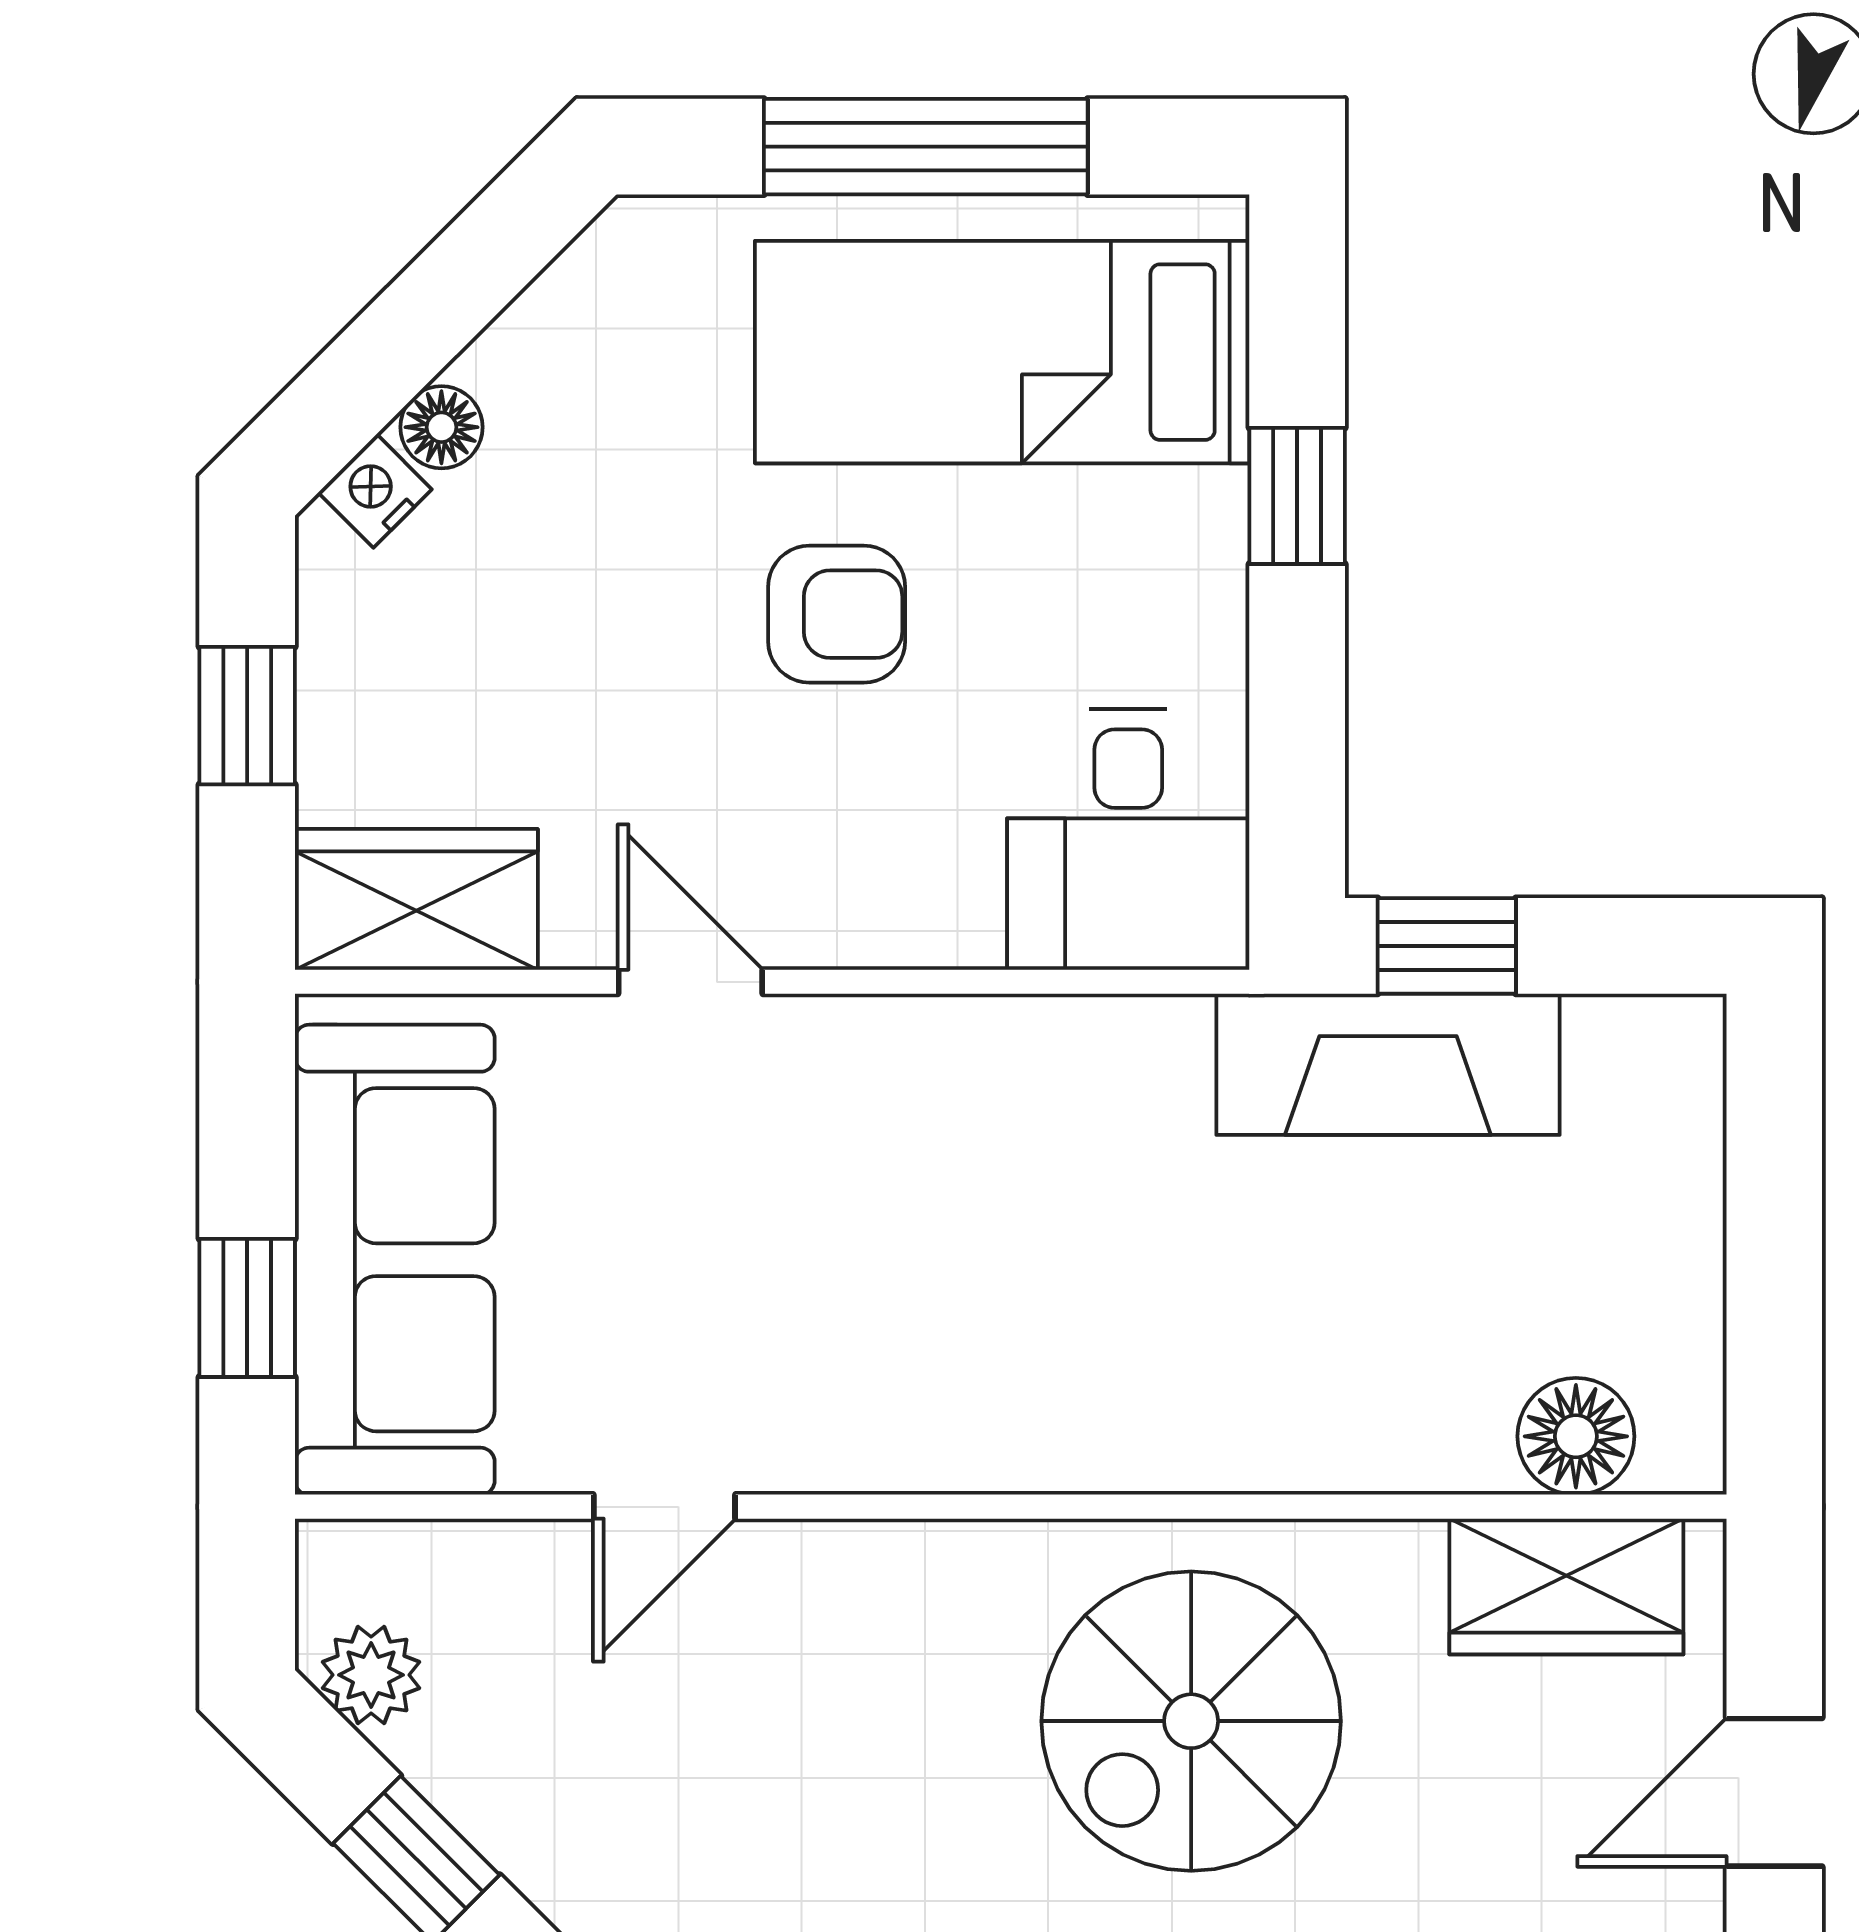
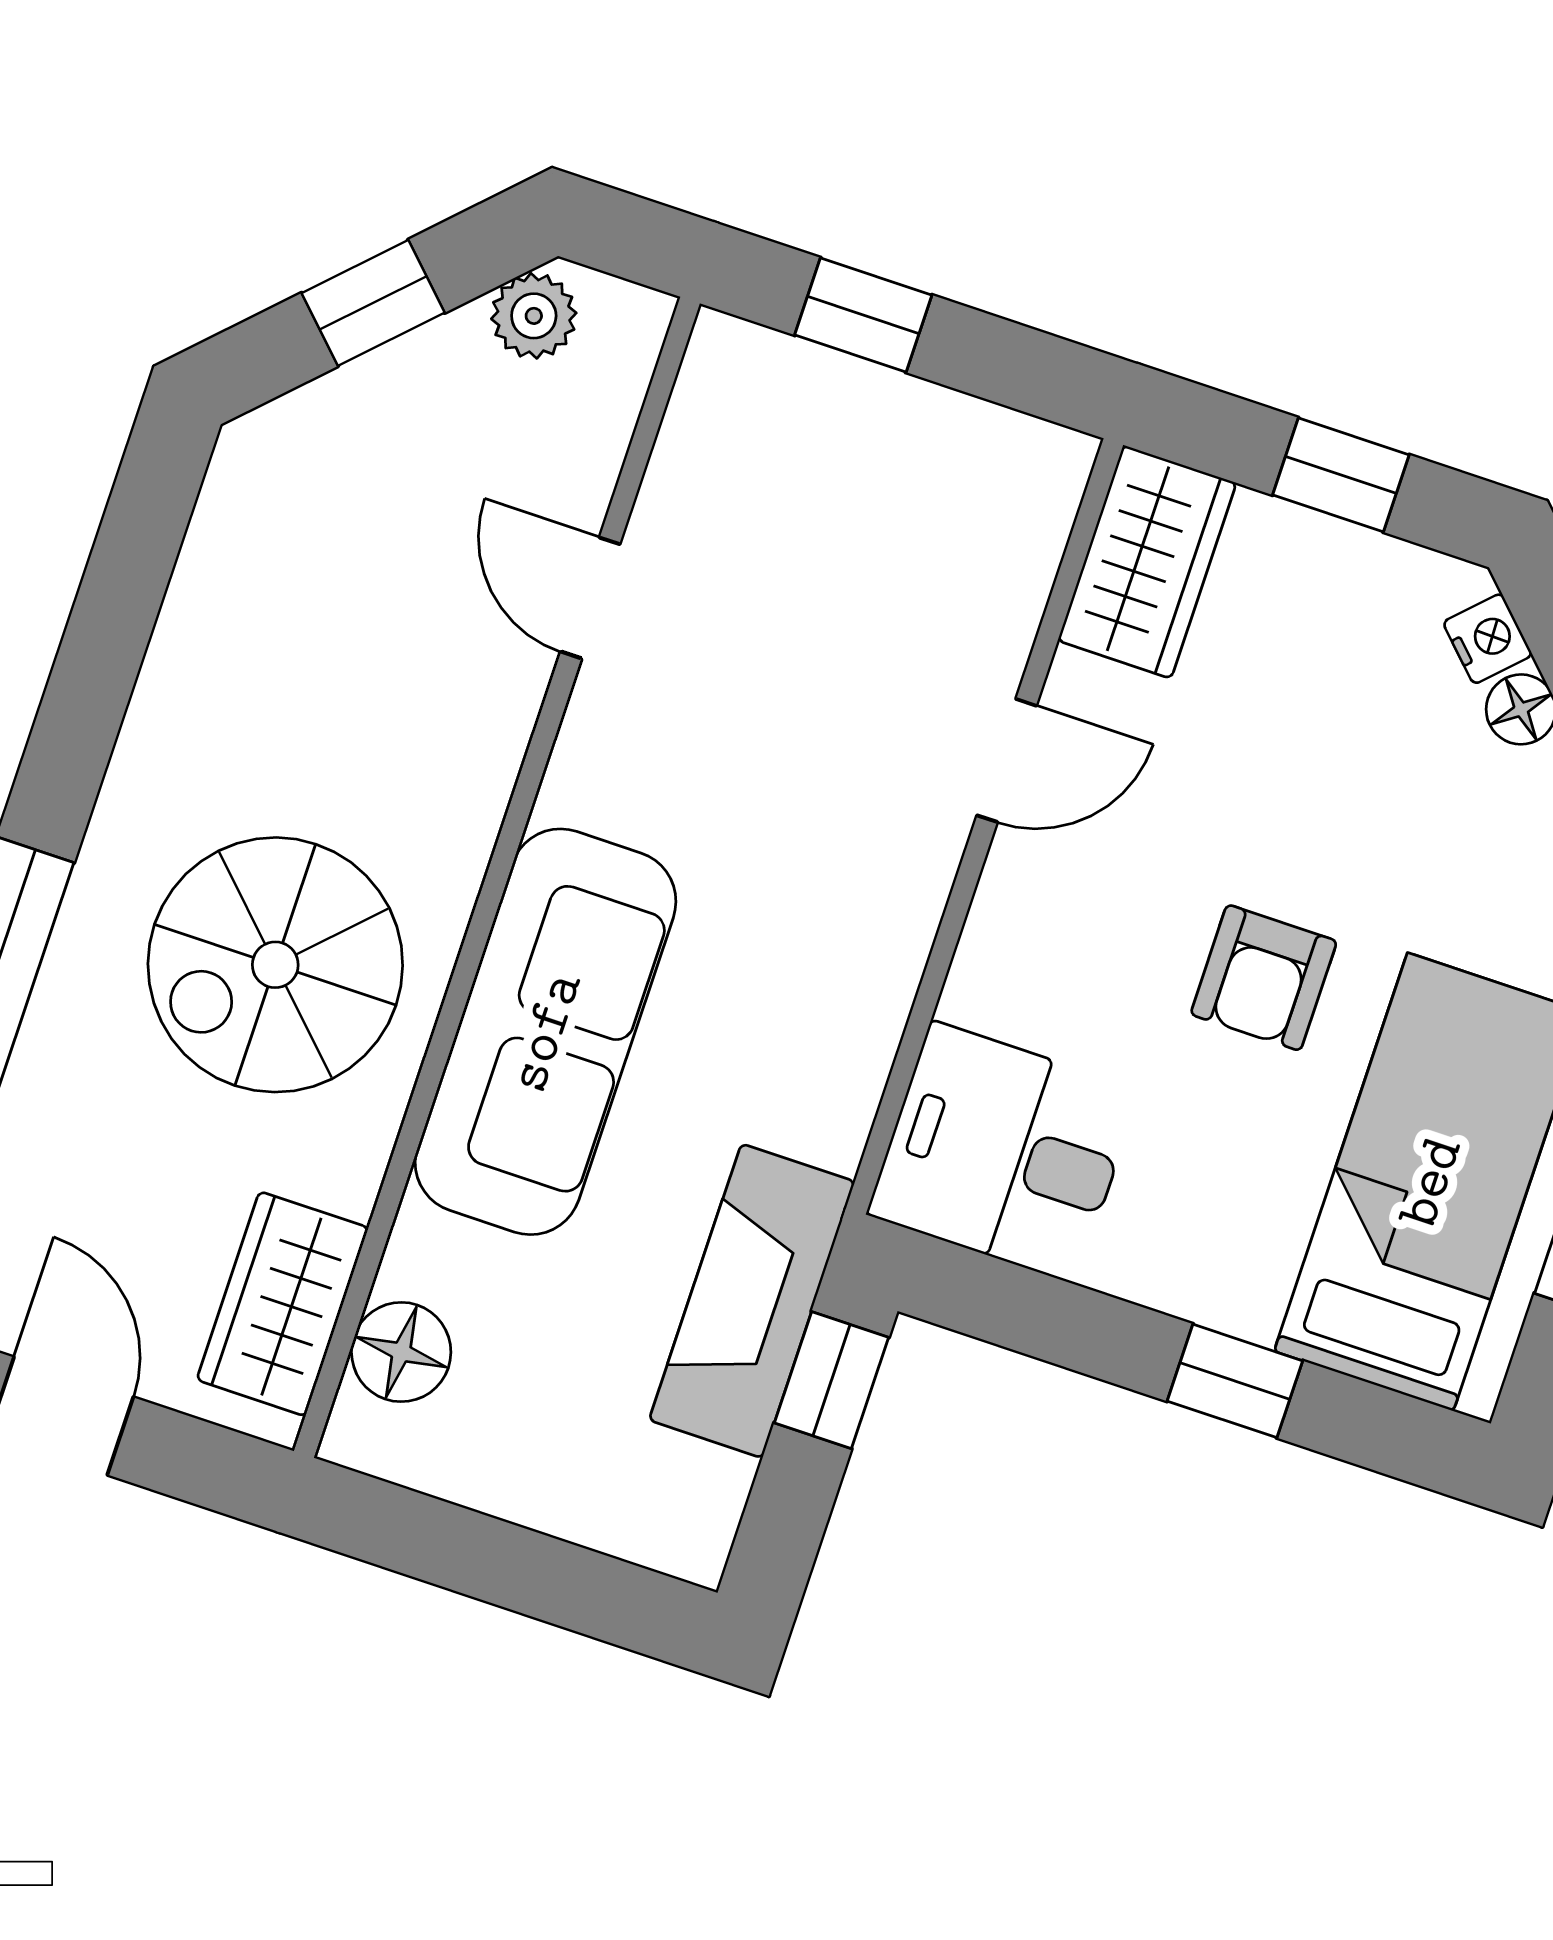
sofa: (395, 1260) -> (545, 1032), moved, turned -90
spiral stairs: (1191, 1721) -> (275, 965), turned -90

